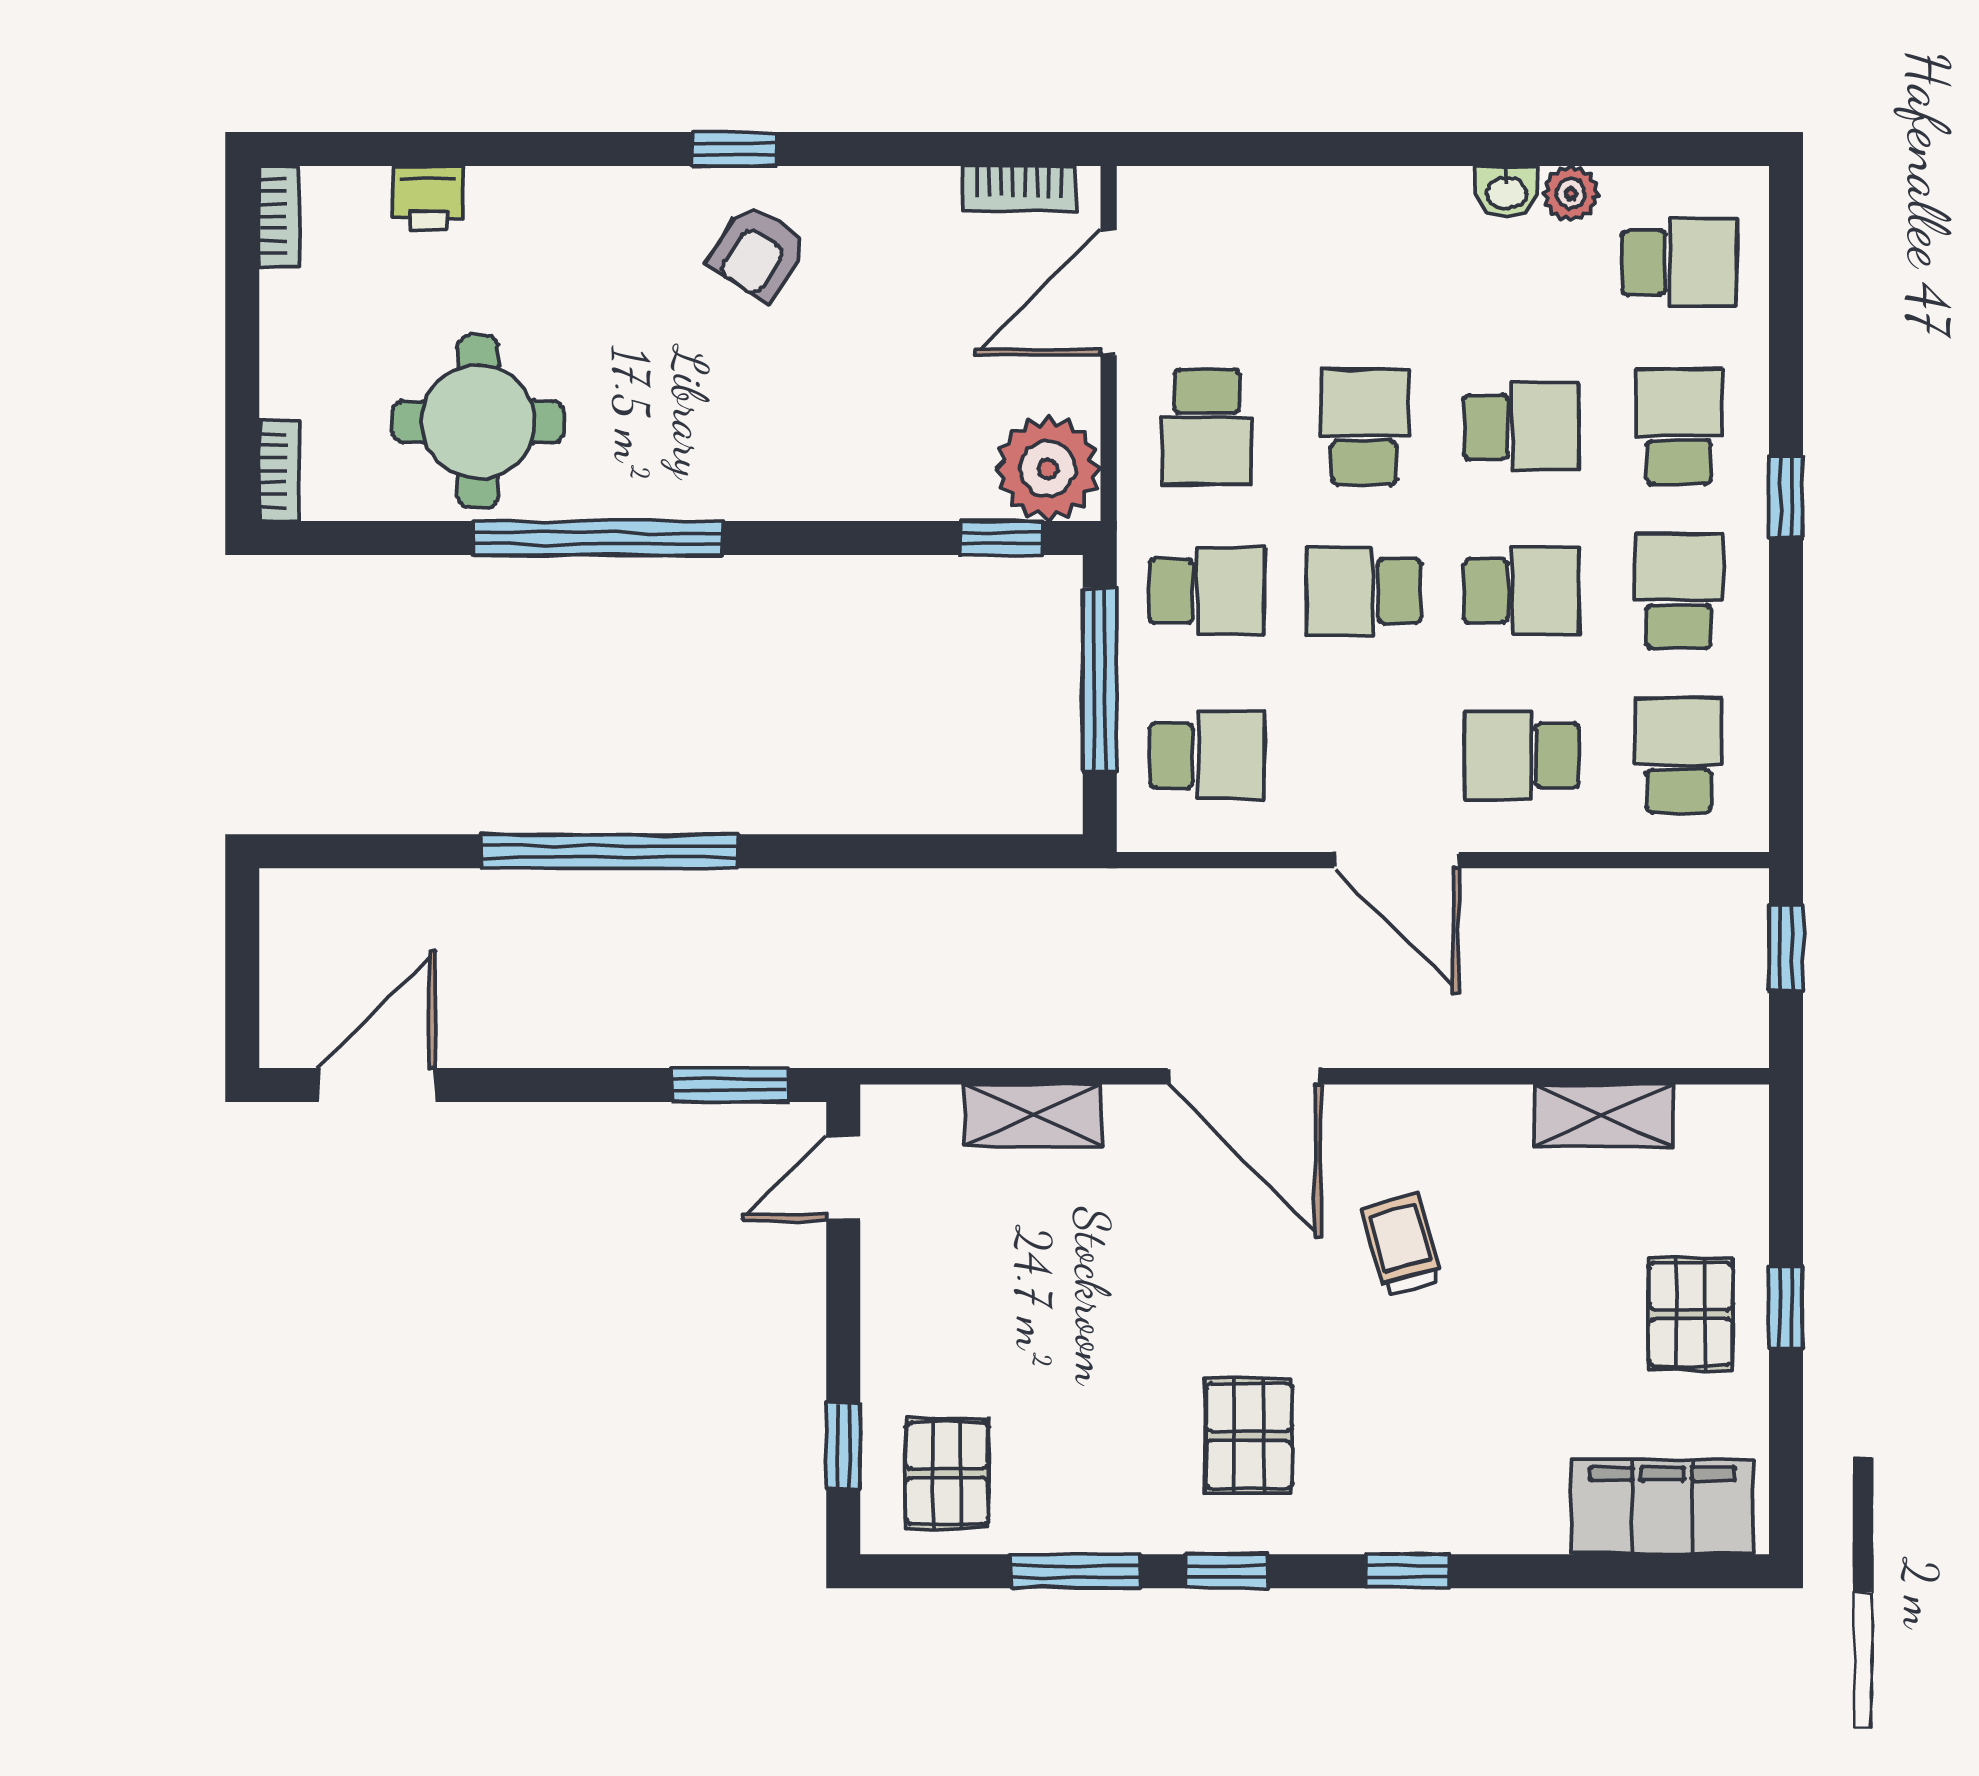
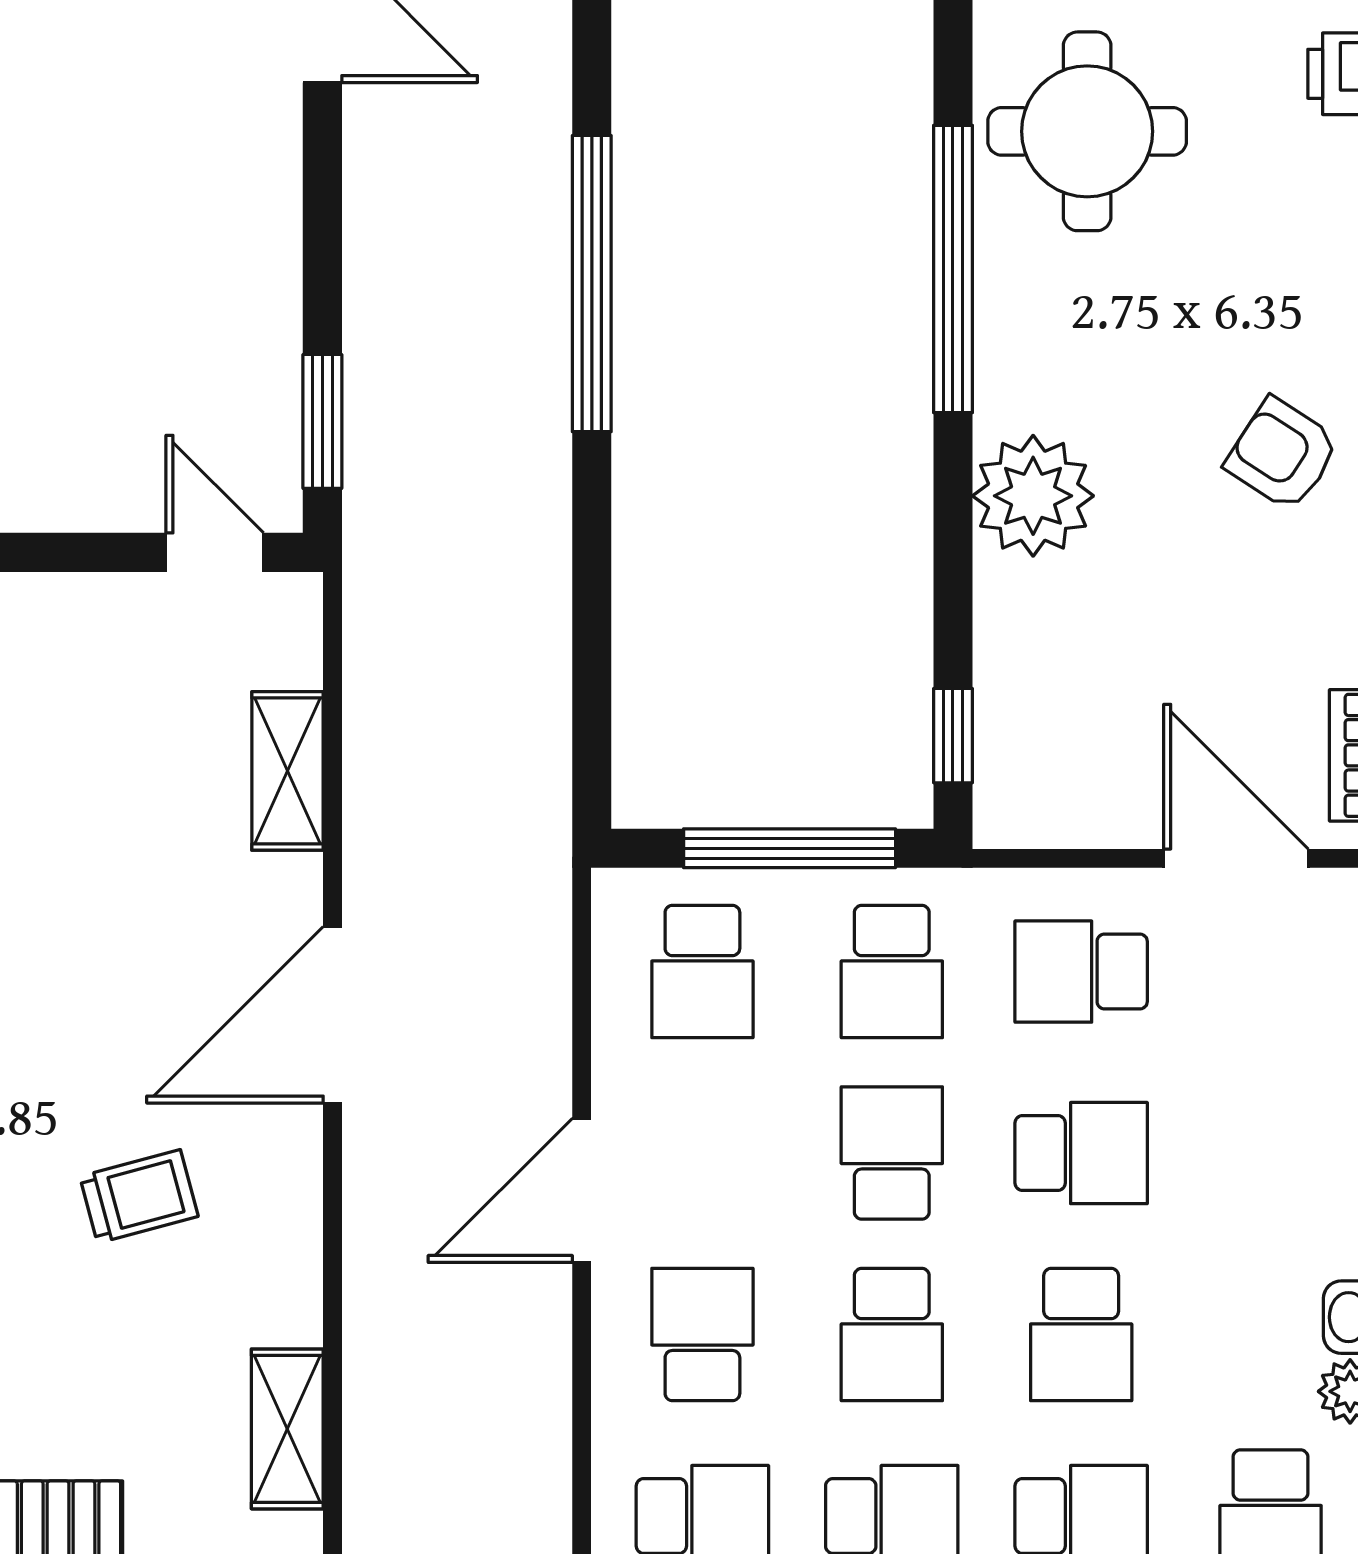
plant: (1048, 469) -> (1033, 496), moved

